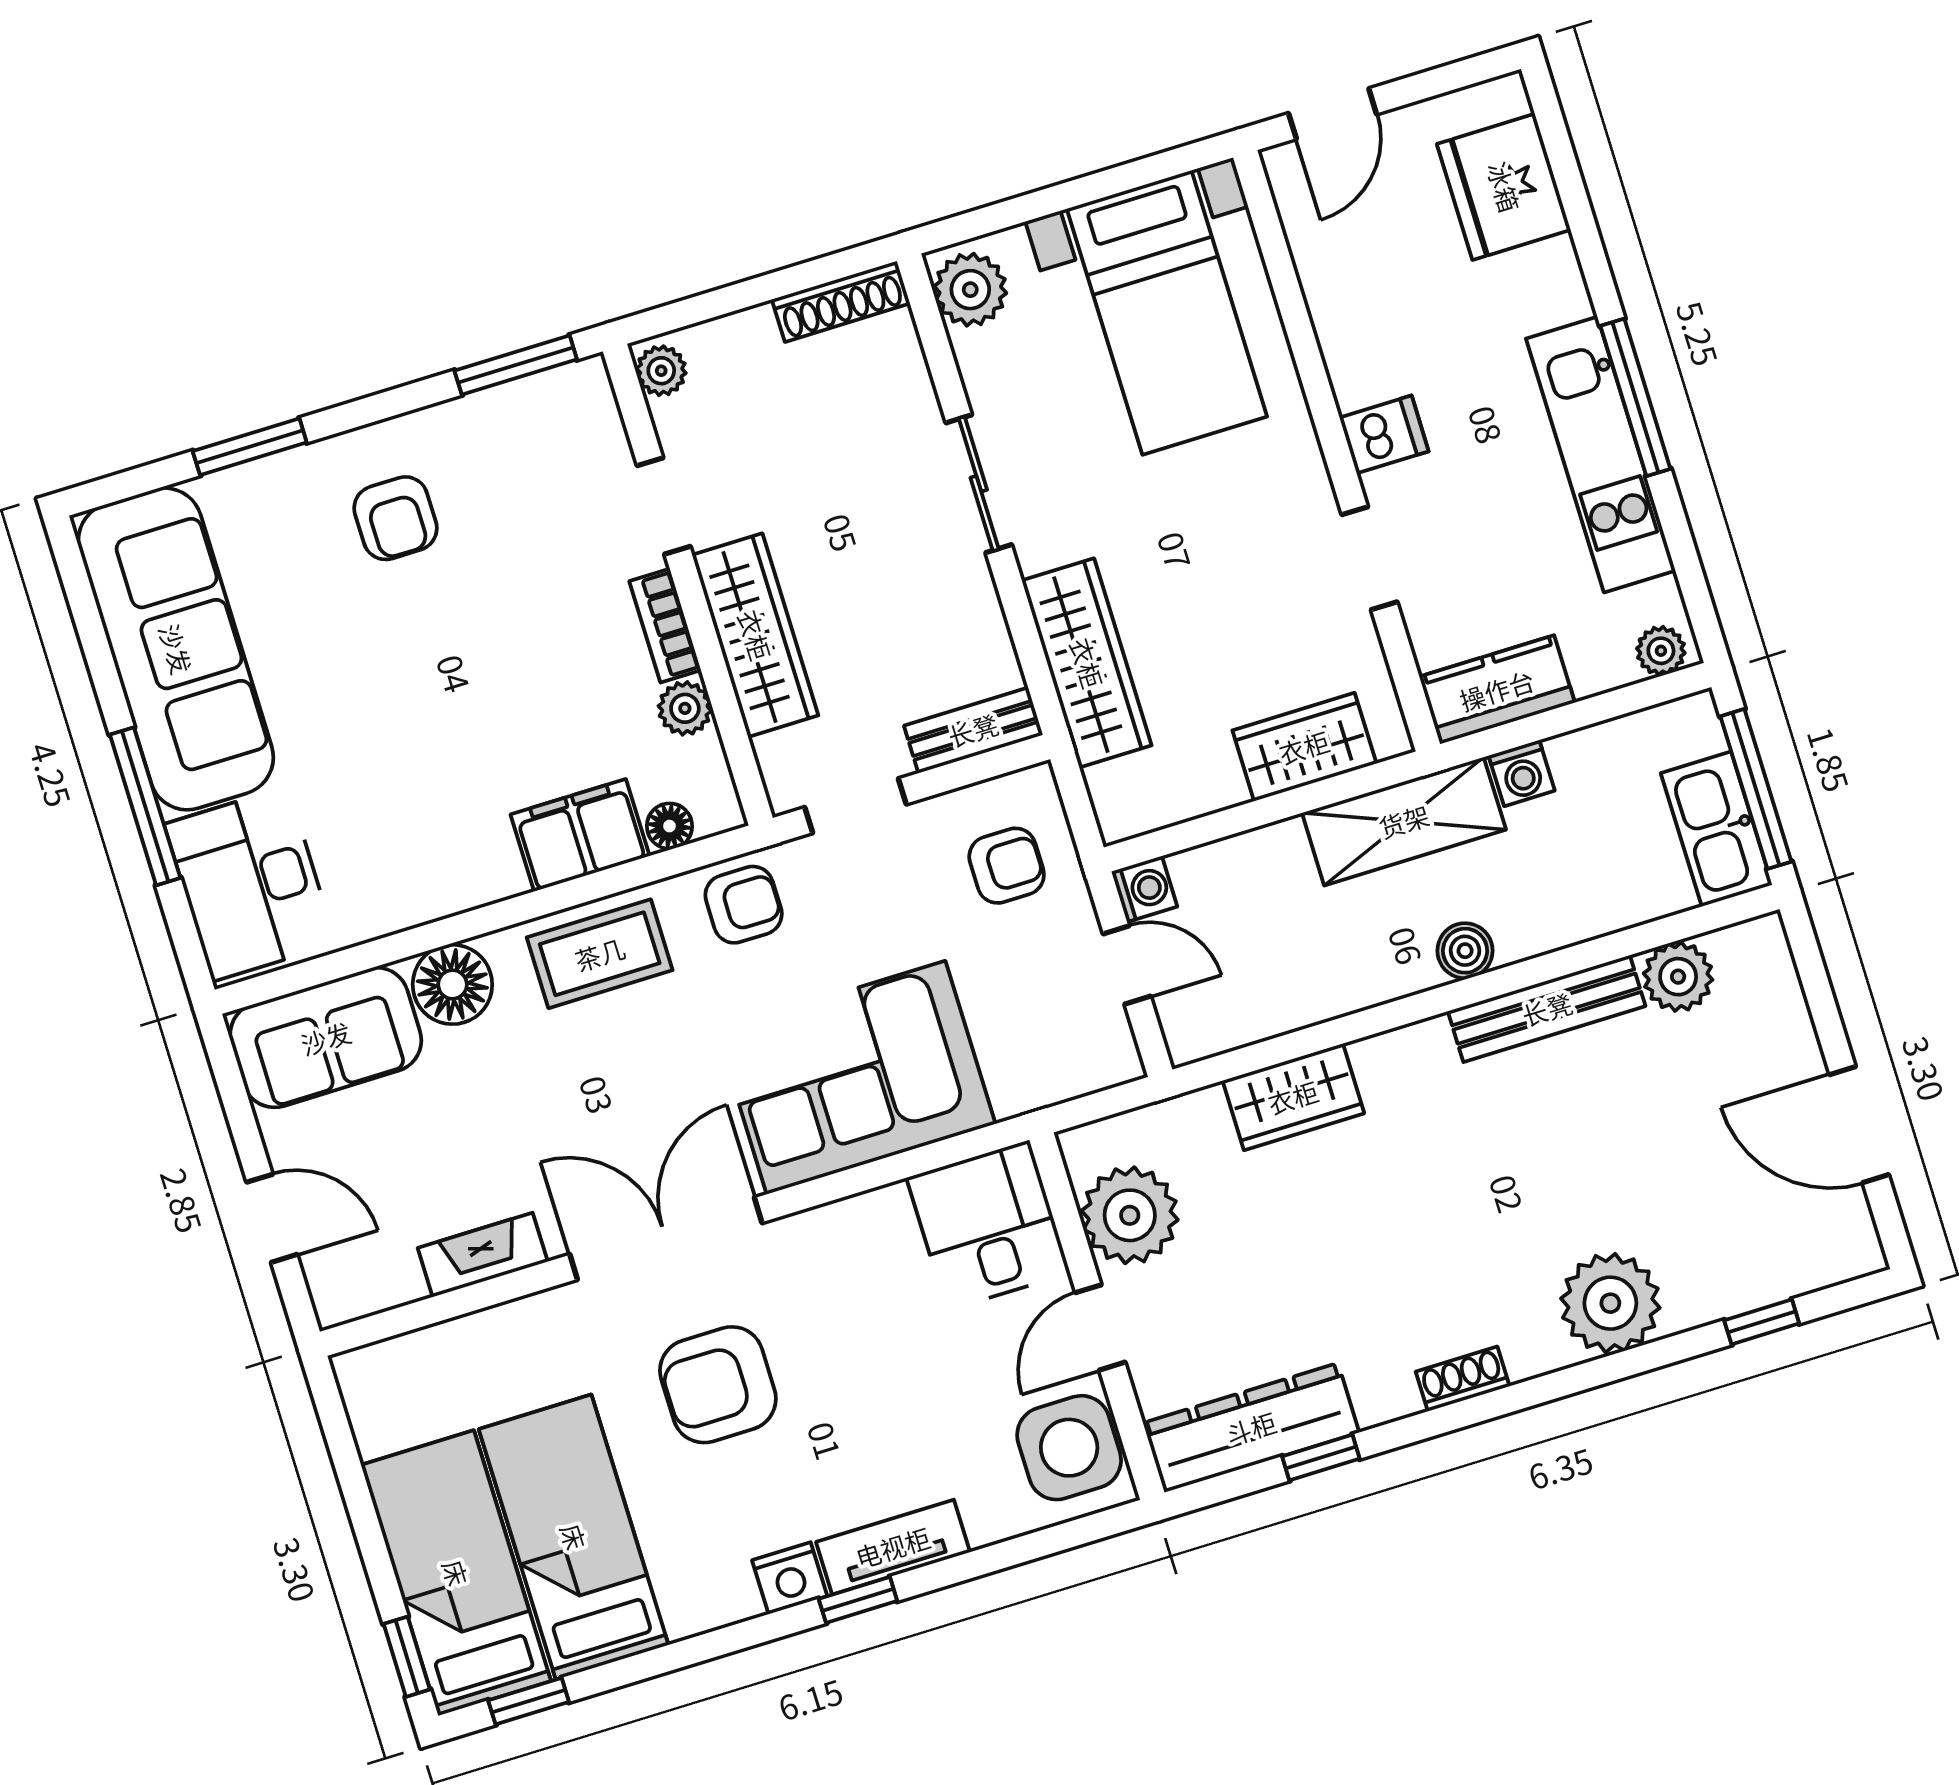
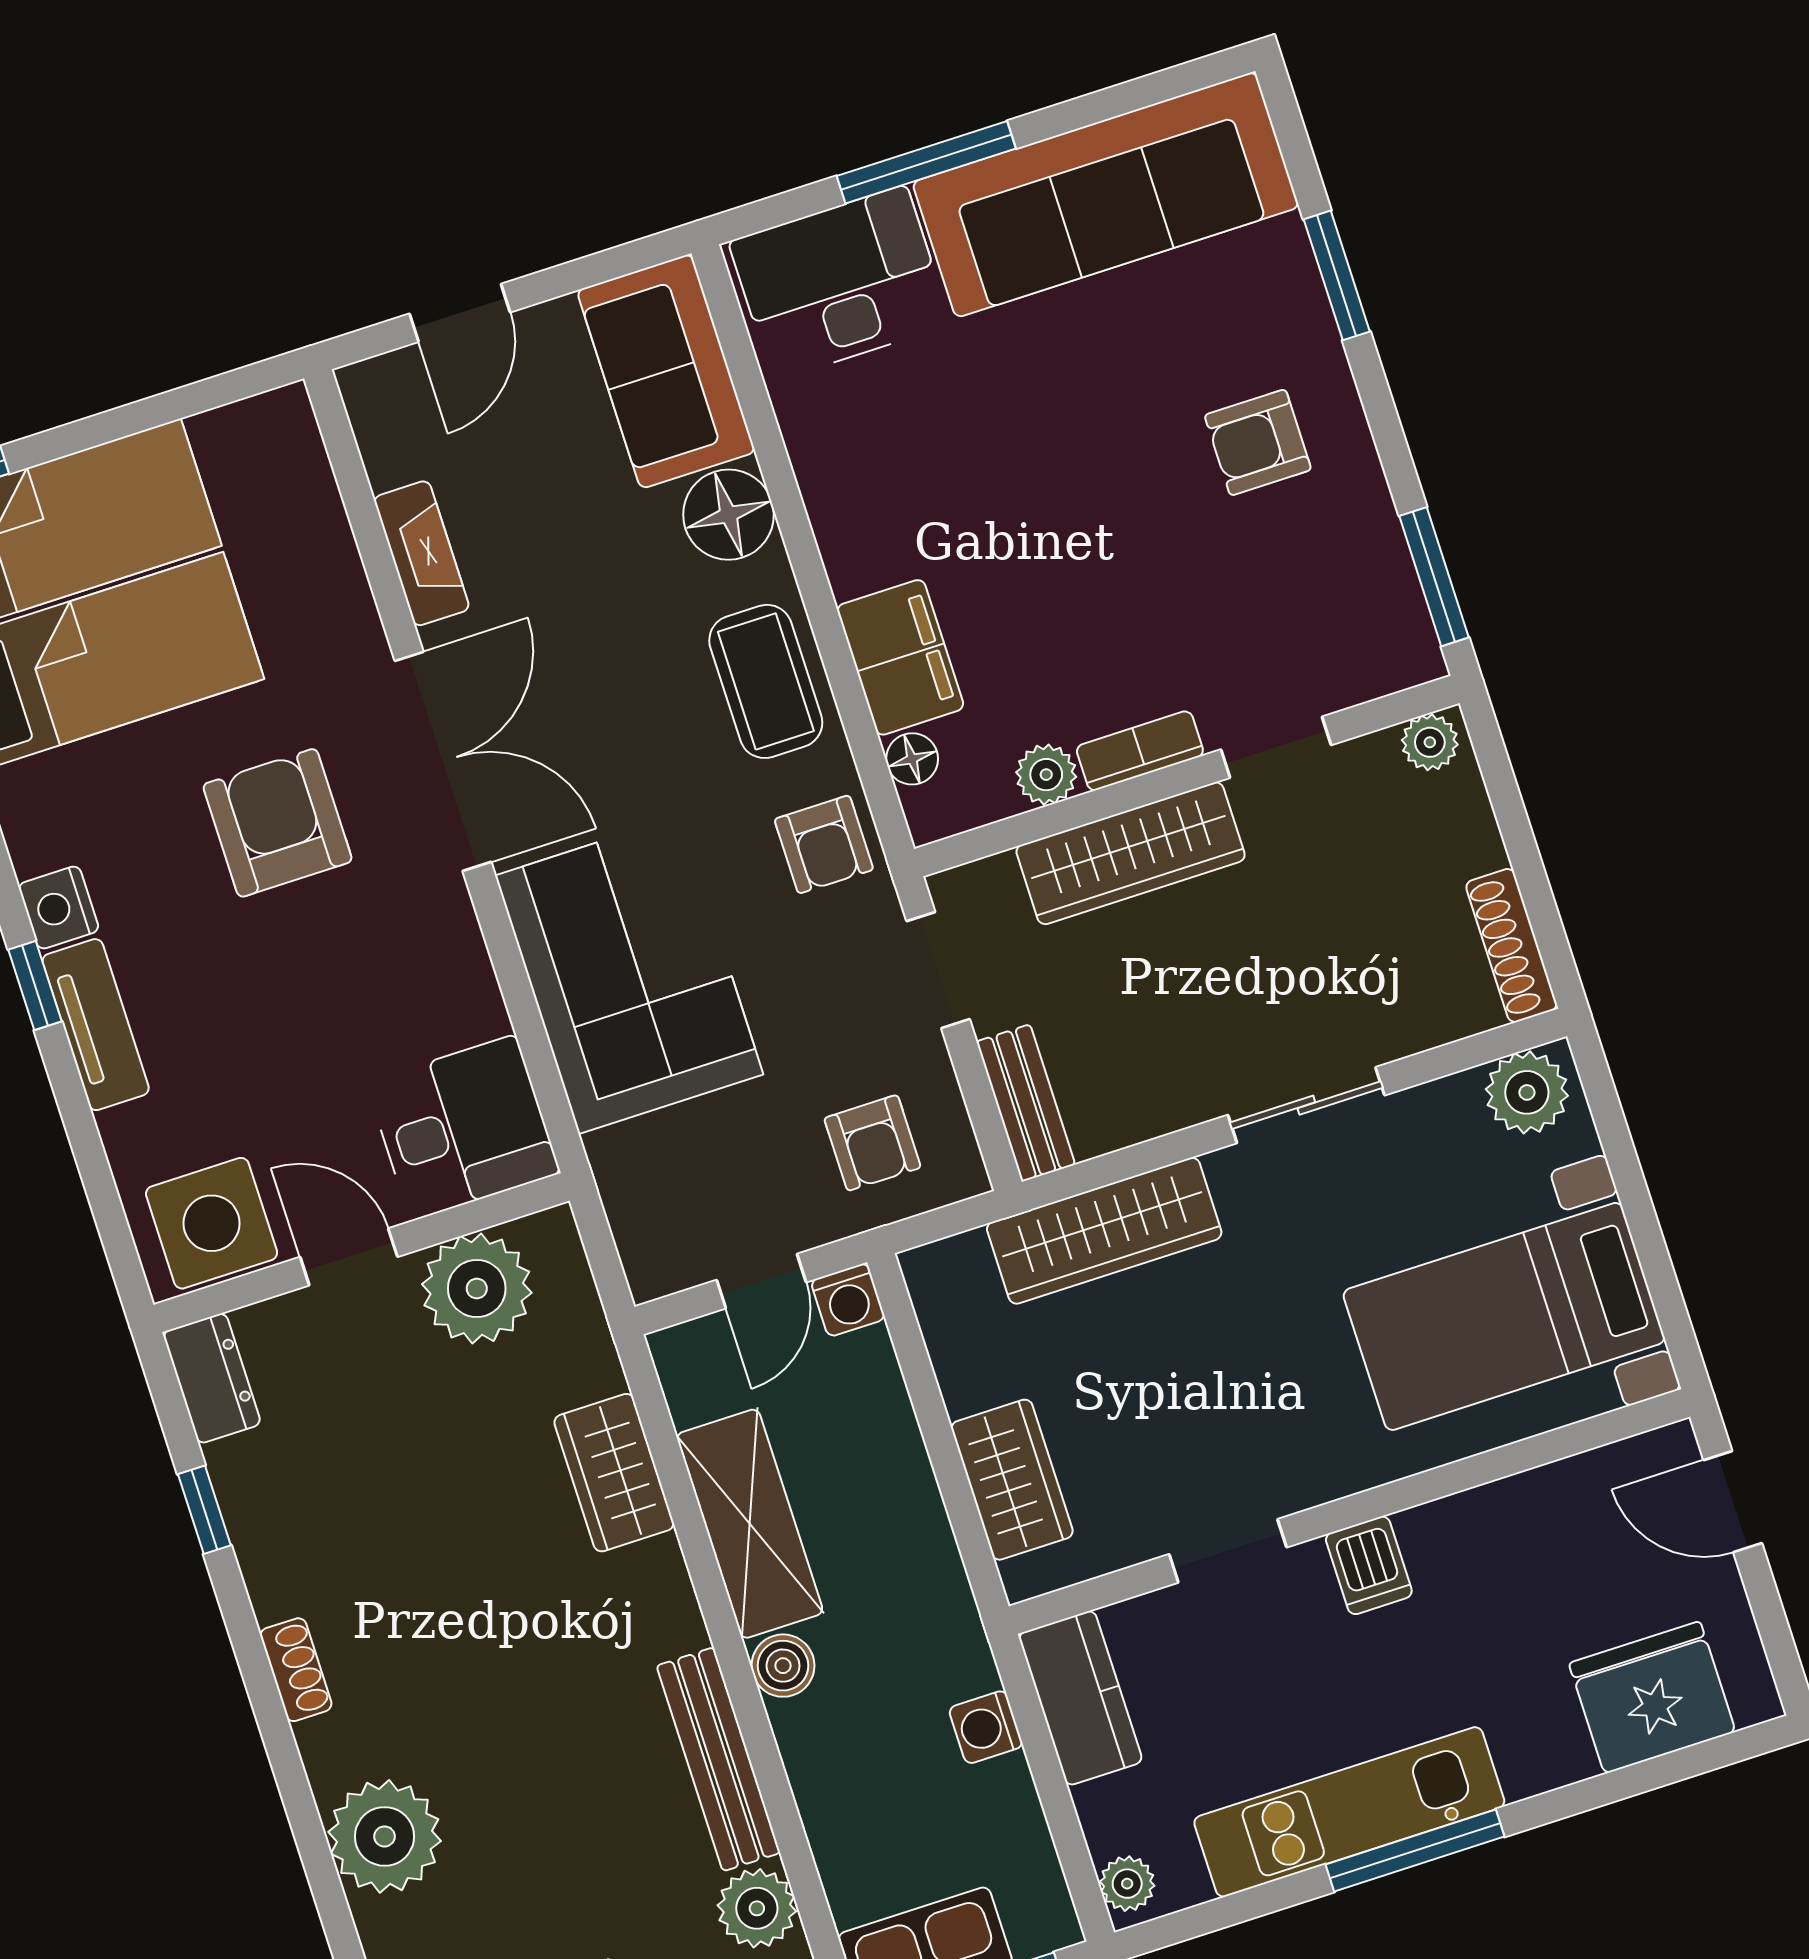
shelving: (1404, 821) -> (750, 1524), moved
dresser: (1251, 1428) -> (212, 1378), width x0.51, depth x0.80

